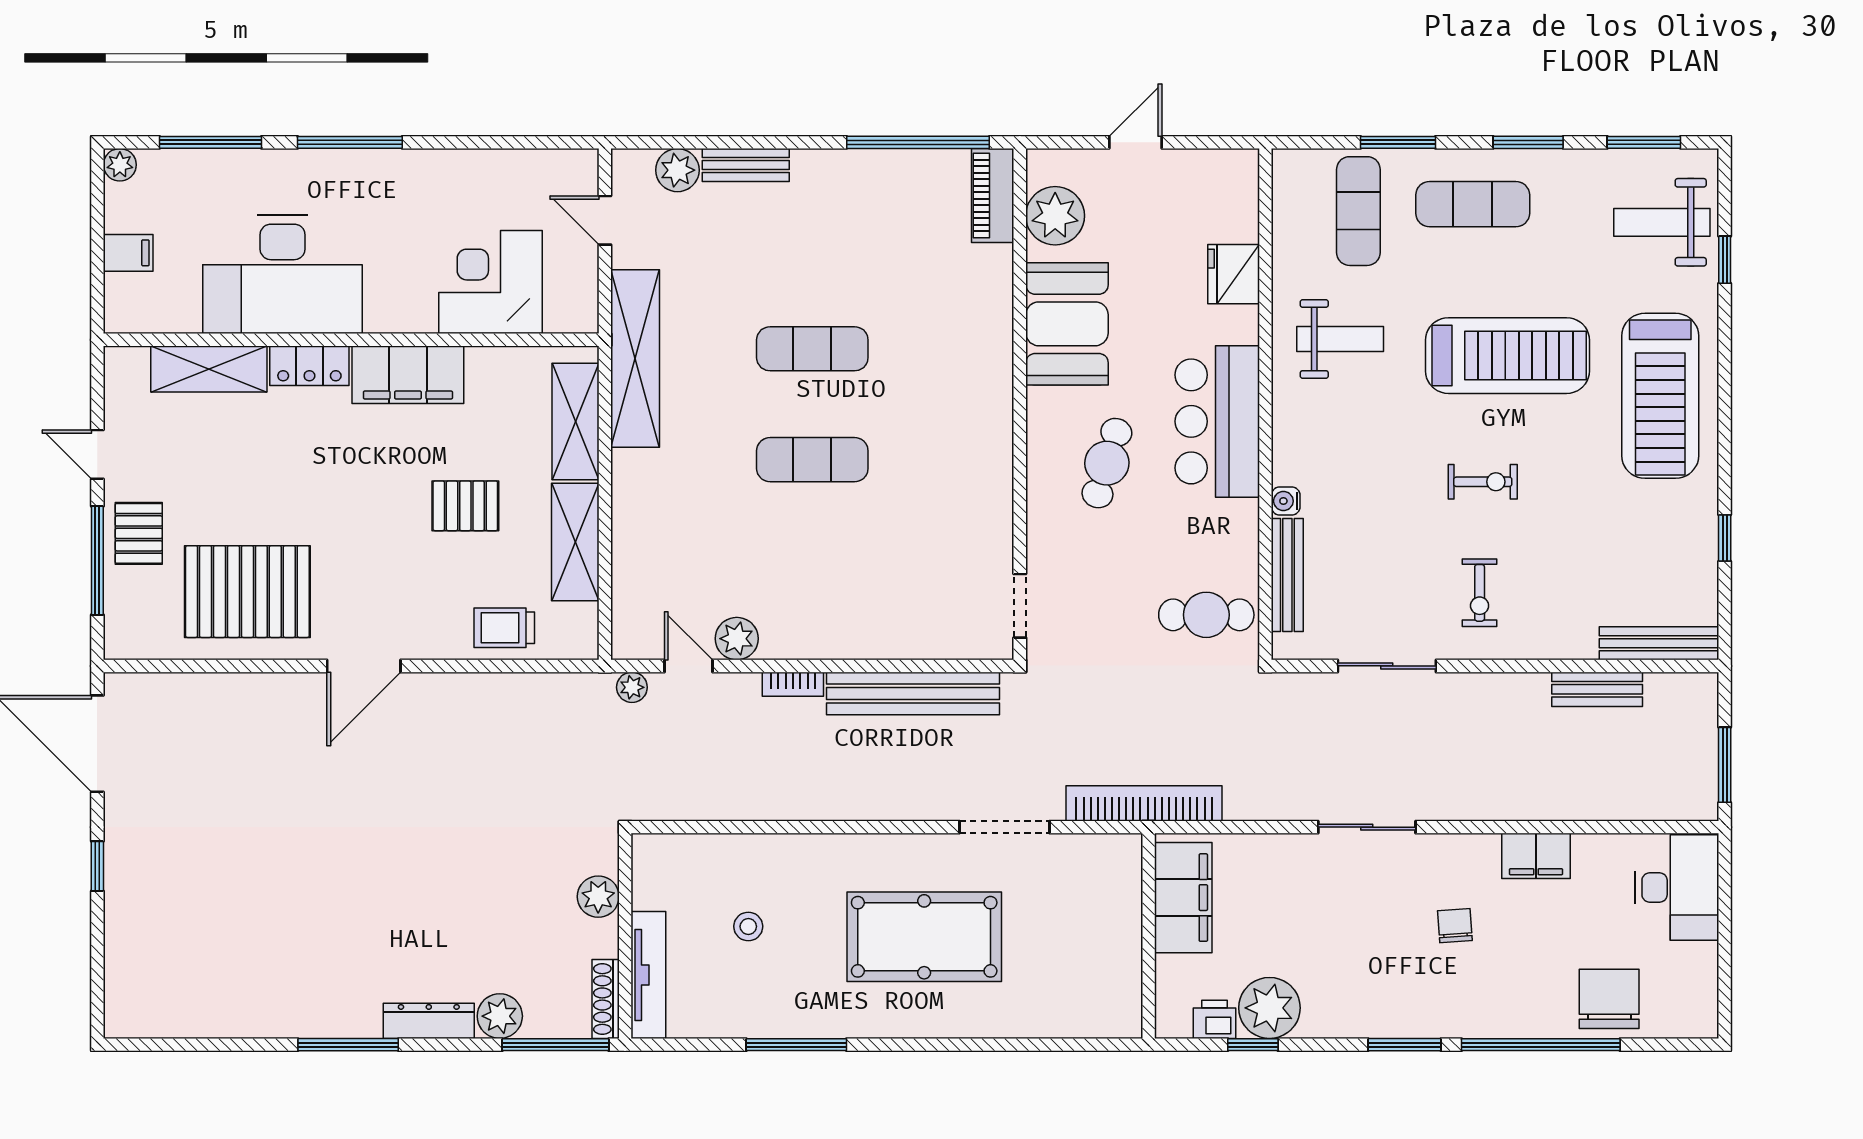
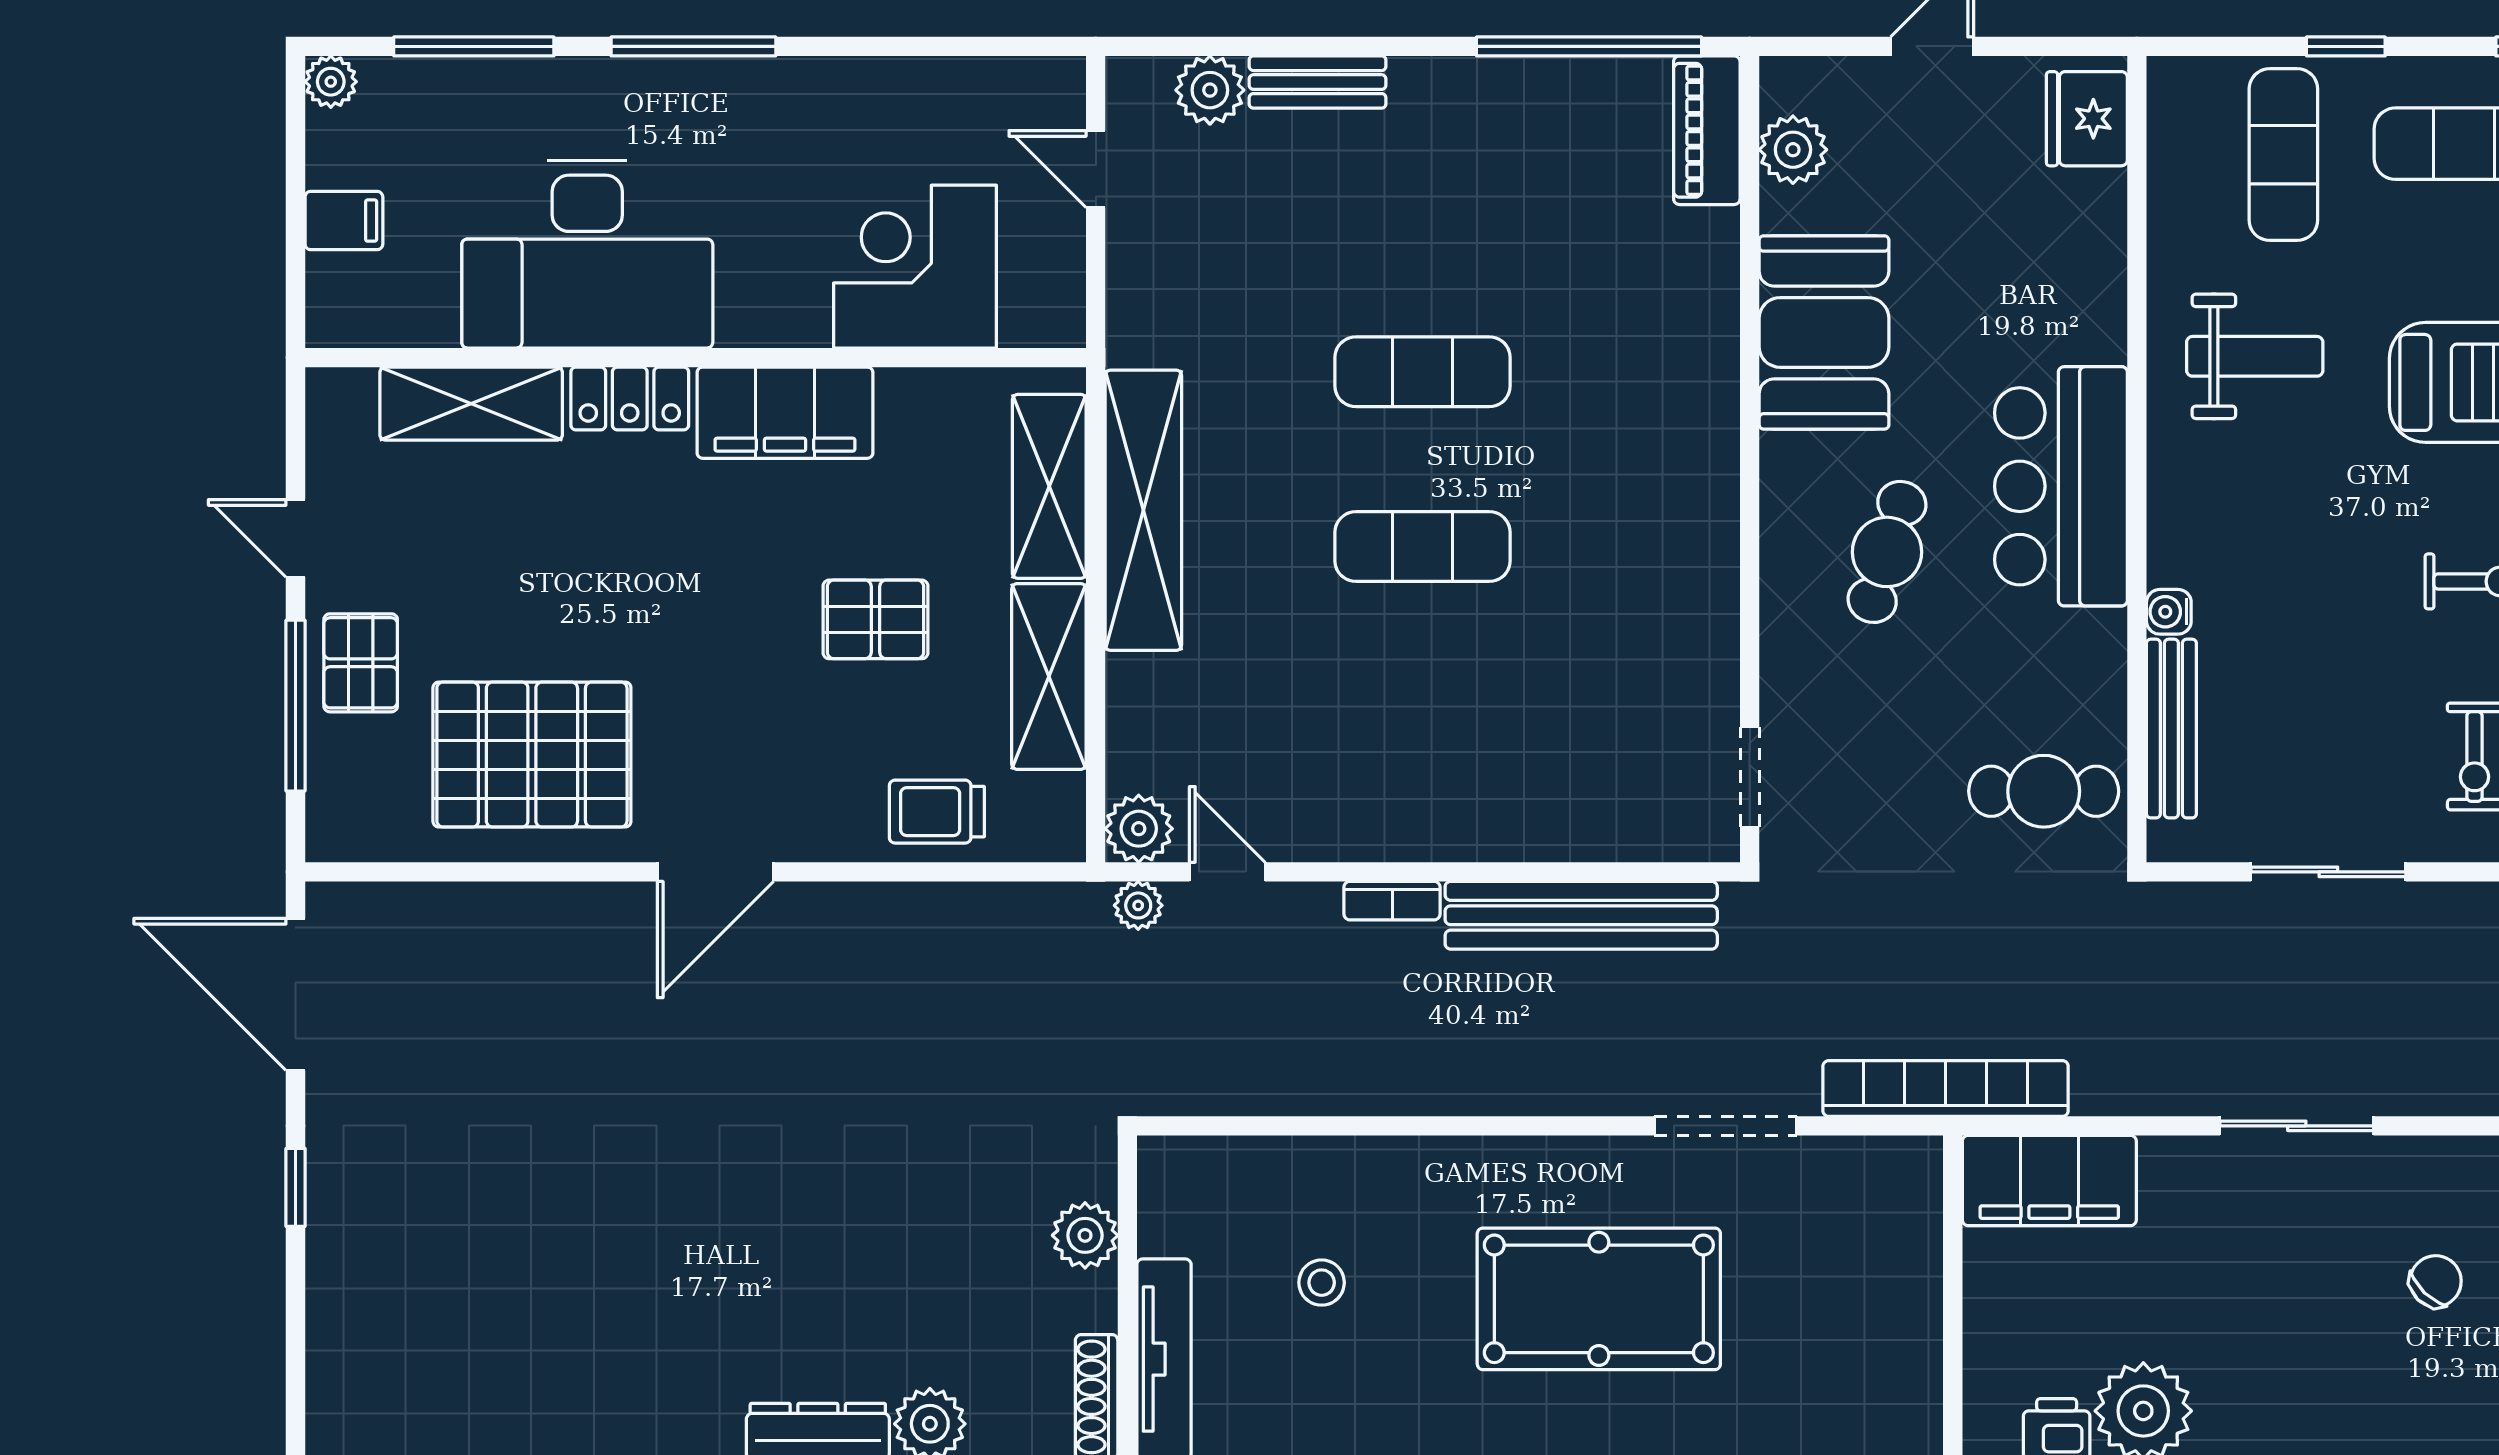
window: (1398, 142) -> (2346, 46), width x0.67
plant: (1055, 216) -> (1793, 150), width x0.73, depth x0.73
fridge: (1234, 274) -> (2087, 119), moved
shelving: (635, 358) -> (1143, 510), moved
plant: (737, 639) -> (1139, 829), moved
filing cabinet: (1183, 898) -> (2049, 1180), moved, turned 90
chair: (1455, 926) -> (2436, 1281), turned 48

